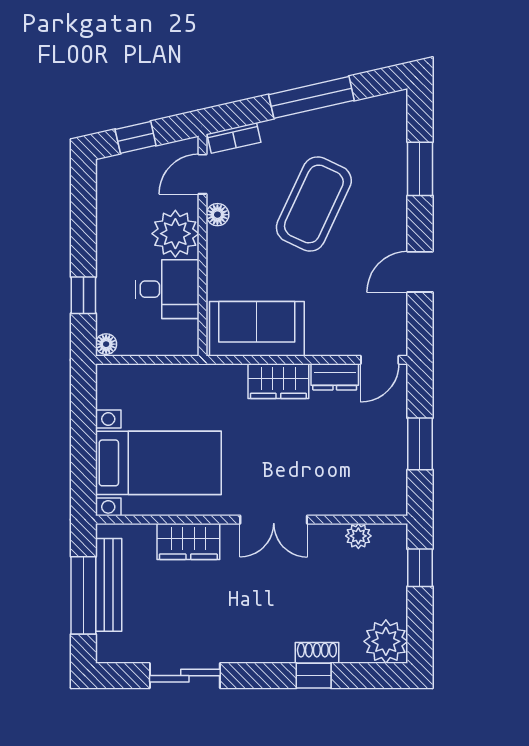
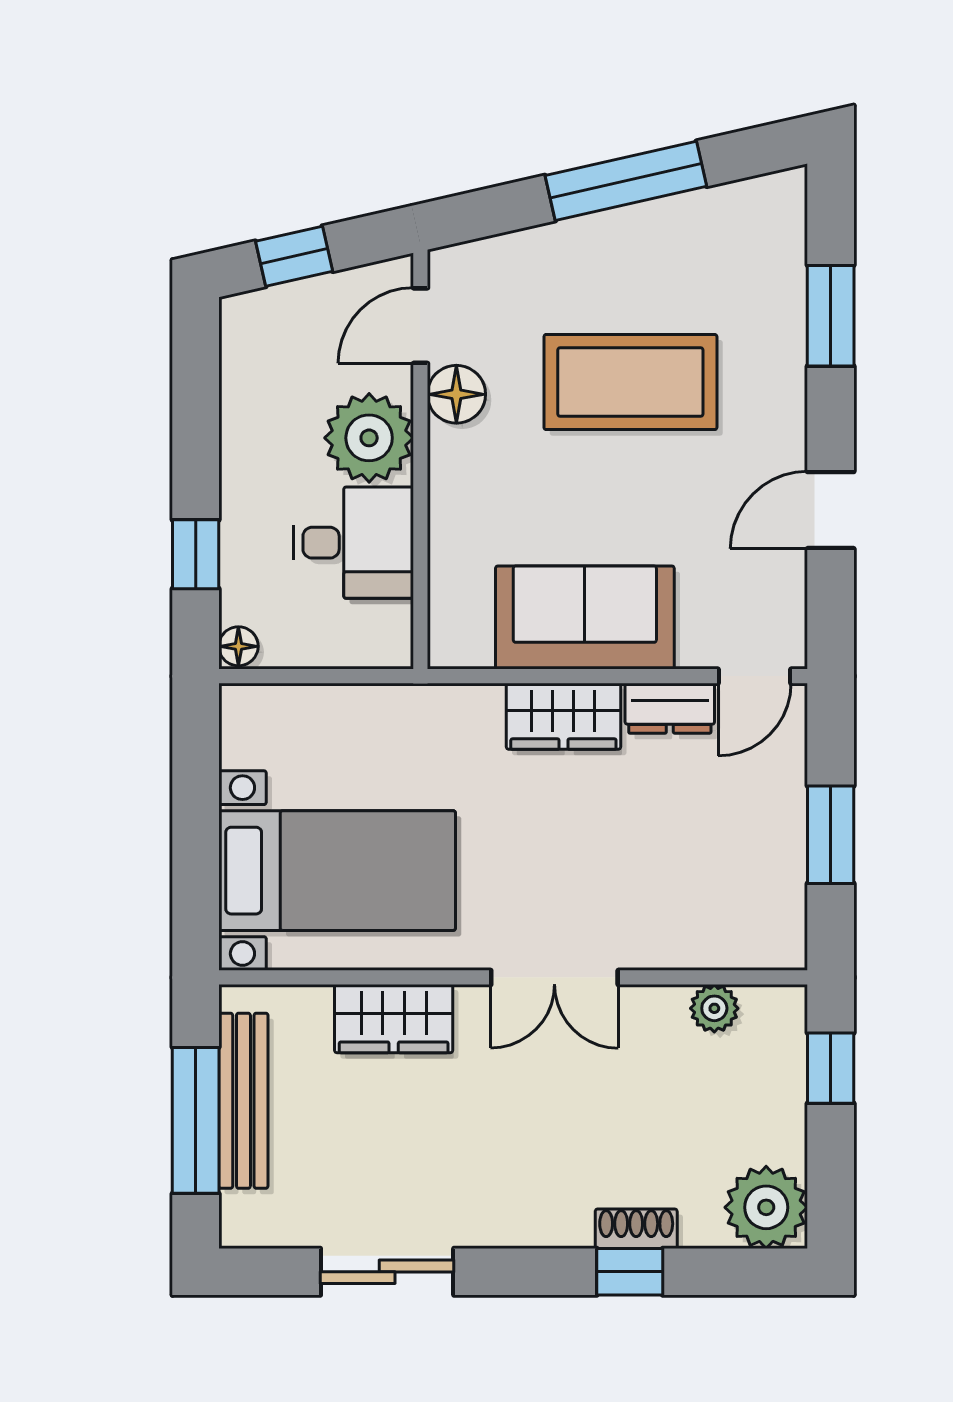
bookcase: (234, 138) -> (480, 257), removed
coffee table: (314, 204) -> (630, 382), turned 65
floor lamp: (217, 215) -> (456, 394), width x1.37, depth x1.37
sofa: (257, 329) -> (585, 618), moved

